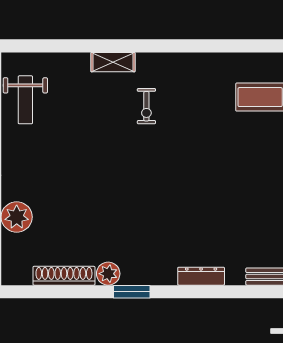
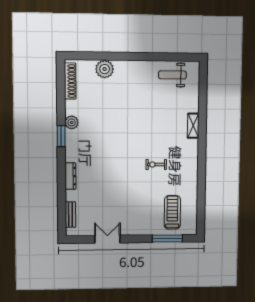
exercise bike: (146, 106) -> (156, 164), moved
shoe rack: (64, 276) -> (70, 81), moved

